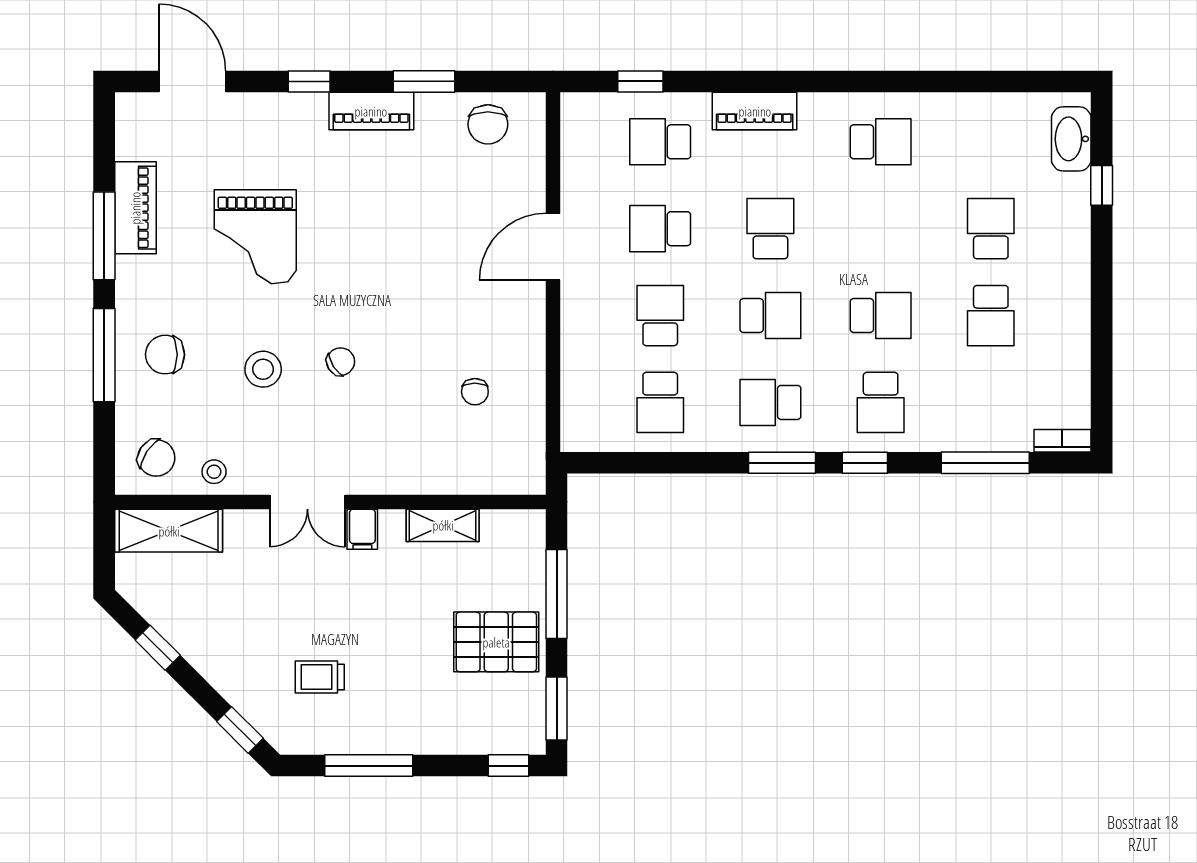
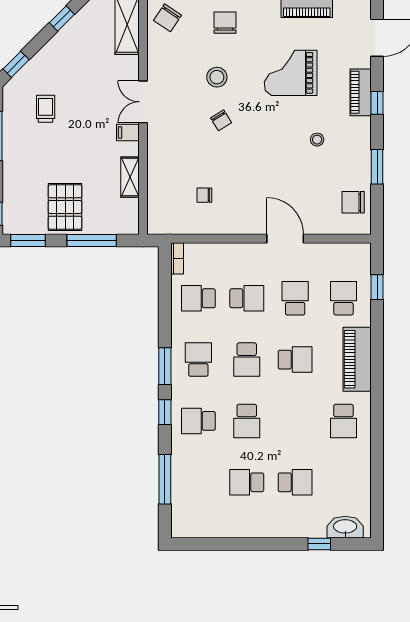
piano: (371, 111) -> (361, 92), moved
piano: (755, 111) -> (357, 359), width x1.37, depth x1.33
bookcase: (1062, 441) -> (177, 258), moved
stool: (214, 472) -> (317, 140), moved

